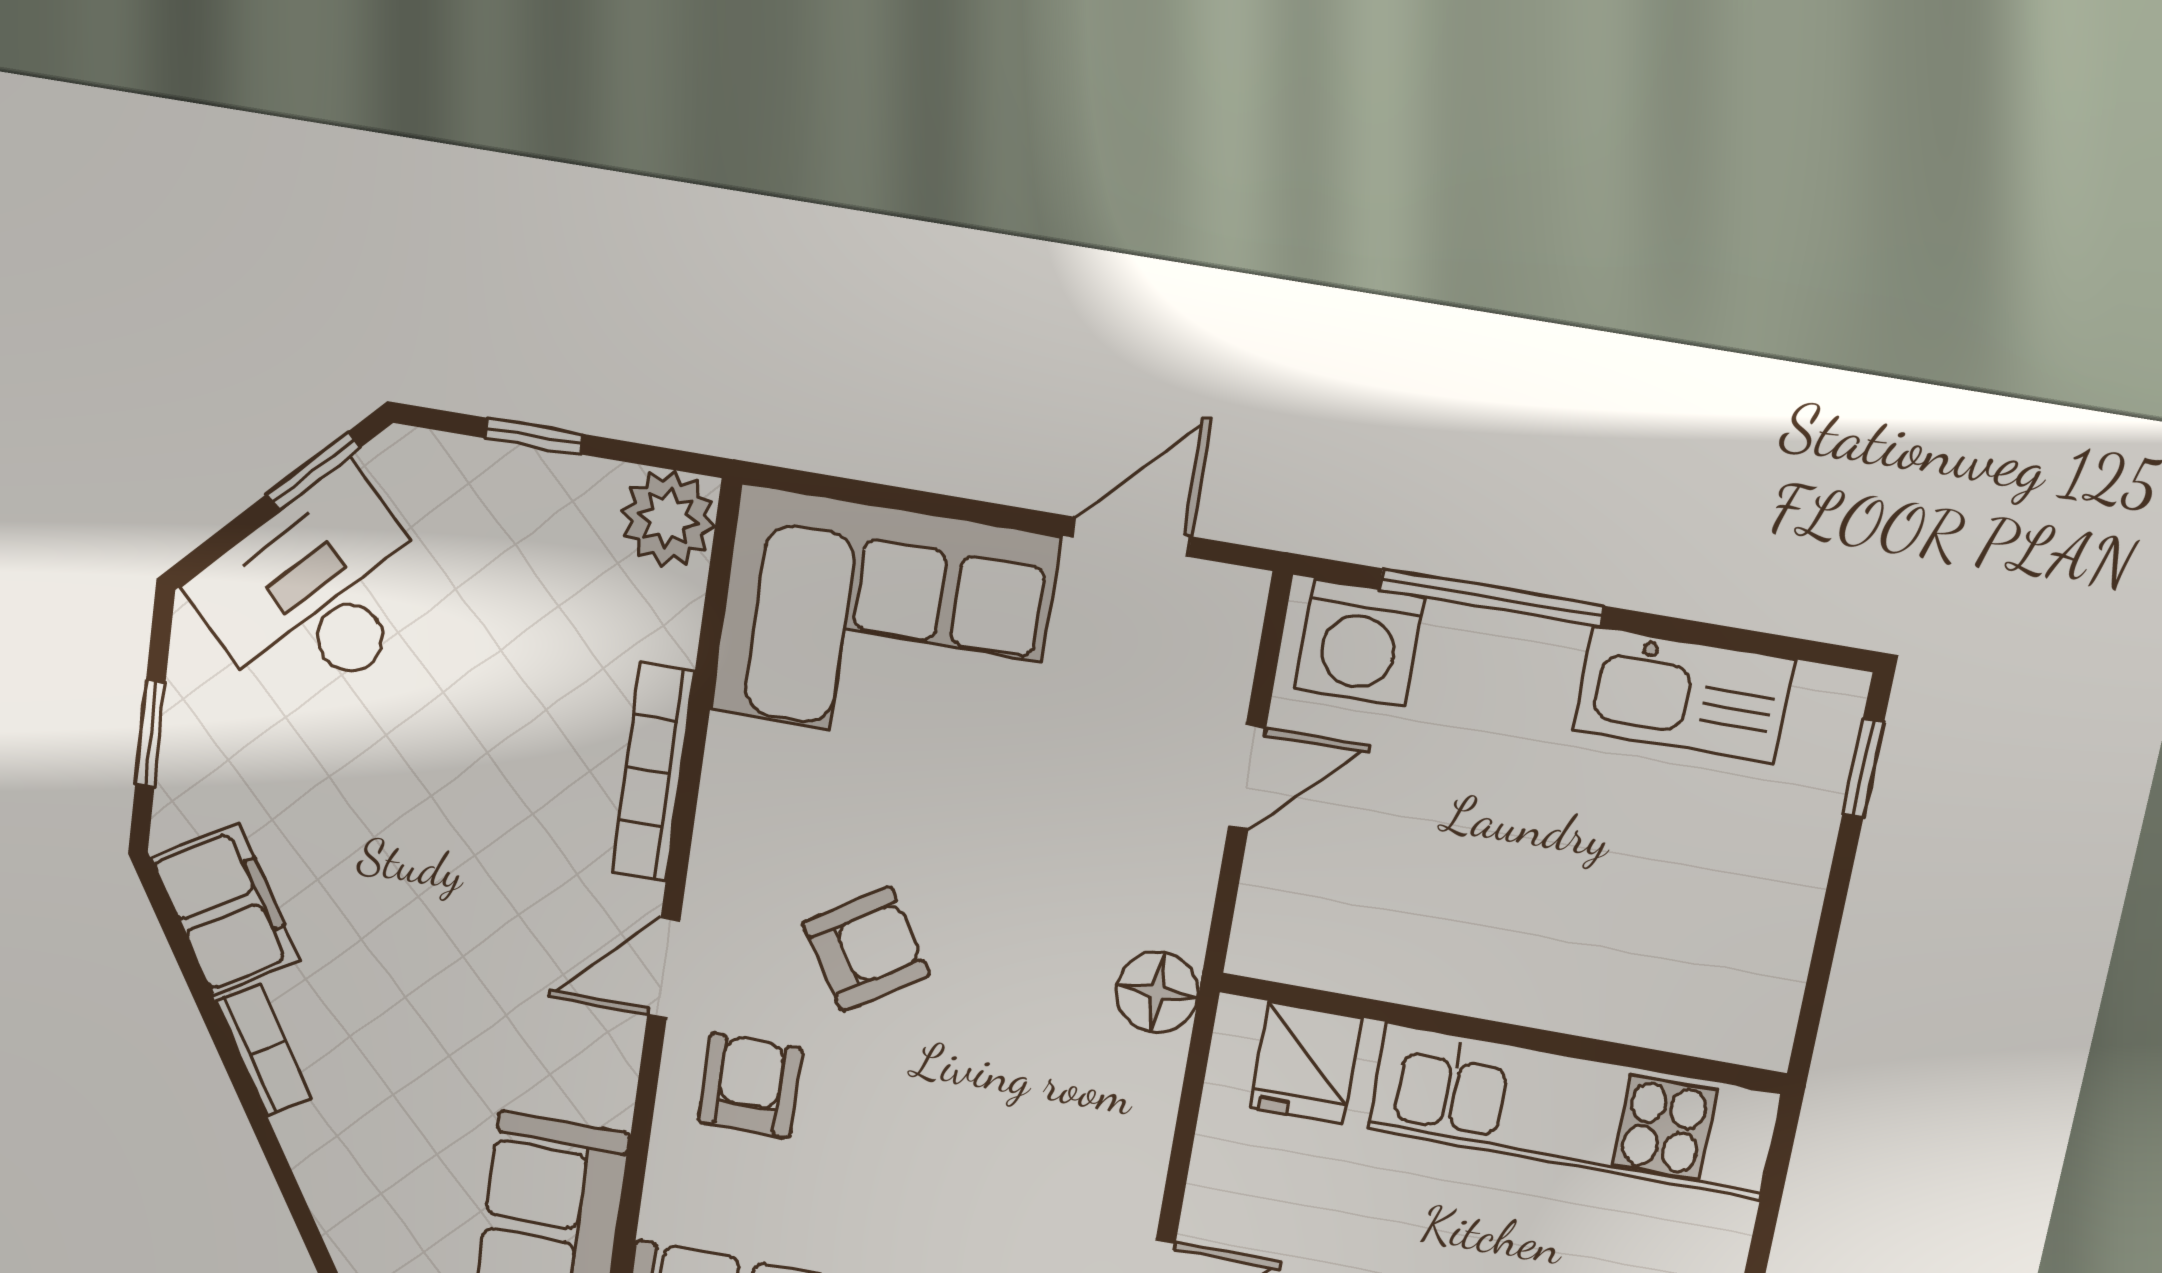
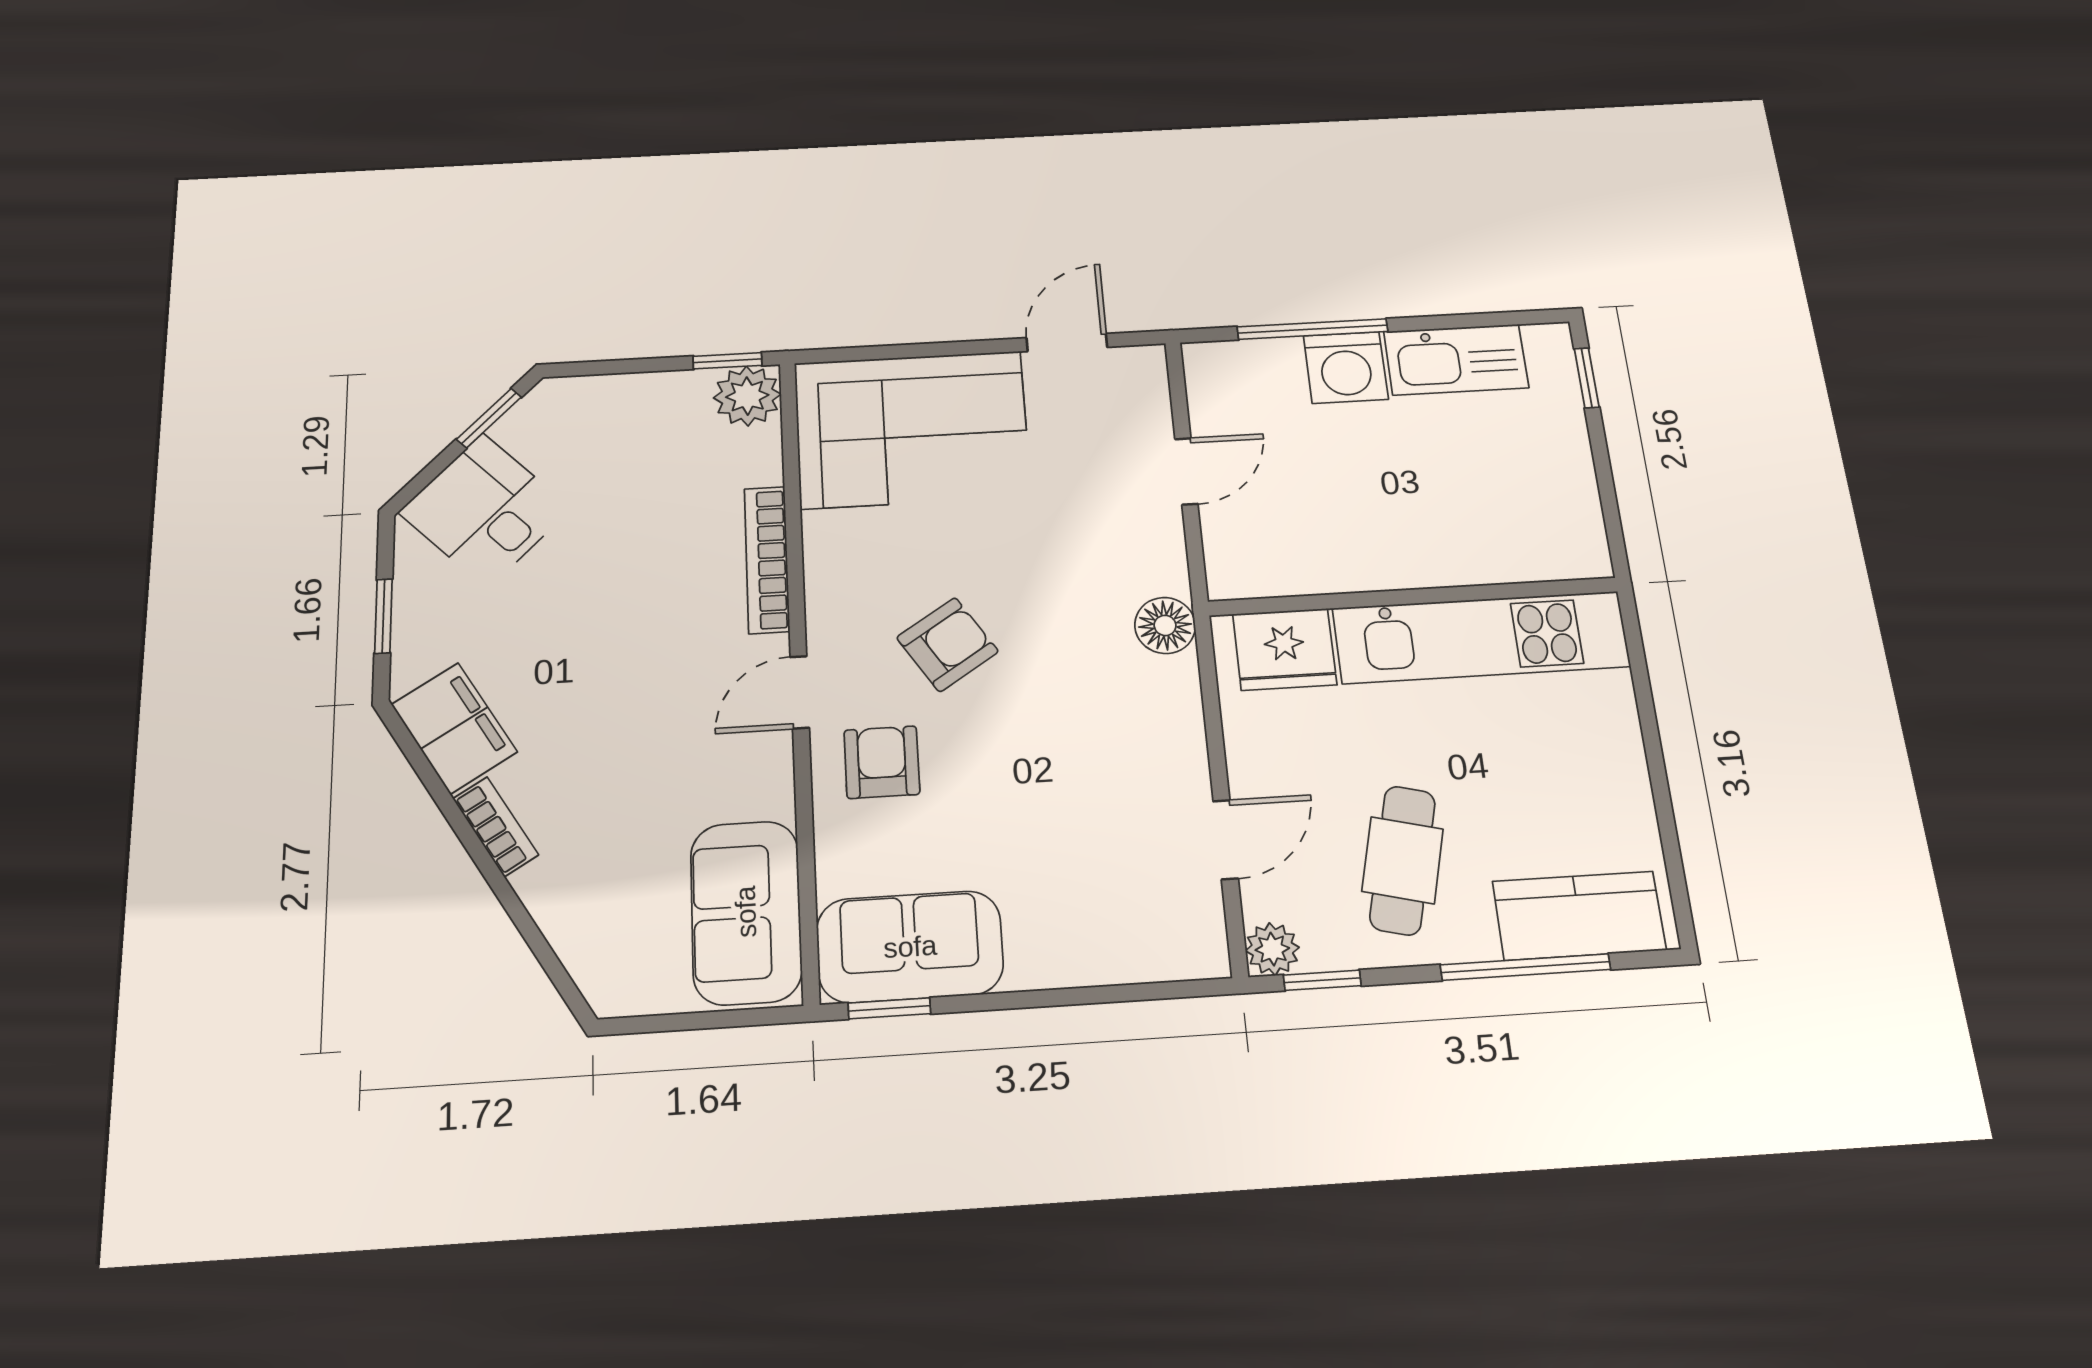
window: (534, 436) -> (727, 361), moved
desk: (317, 594) -> (485, 510), width x0.73
washing machine: (1359, 643) -> (1346, 367), moved
fridge: (1306, 1063) -> (1285, 649), width x1.38

